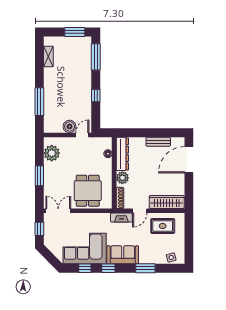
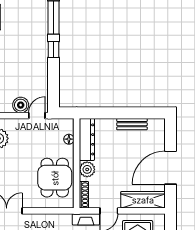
window: (96, 95) -> (54, 50), moved
door: (189, 160) -> (170, 168), moved
dining table: (88, 191) -> (55, 178), moved

